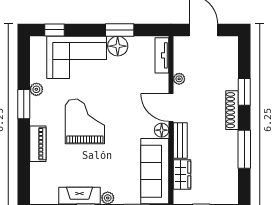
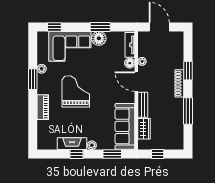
floor lamp: (162, 130) -> (130, 63), moved

